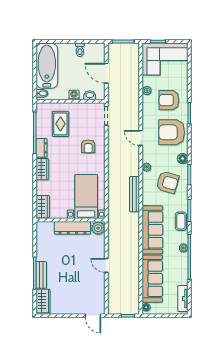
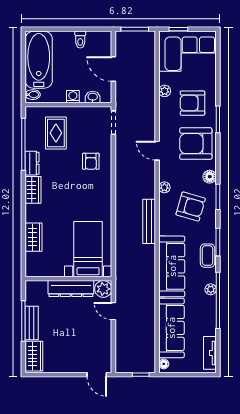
bed with nightstands: (86, 197) -> (88, 249), moved
wall: (70, 220) -> (68, 279), moved
dresser: (72, 228) -> (71, 289), moved
plant: (98, 228) -> (103, 289), moved

